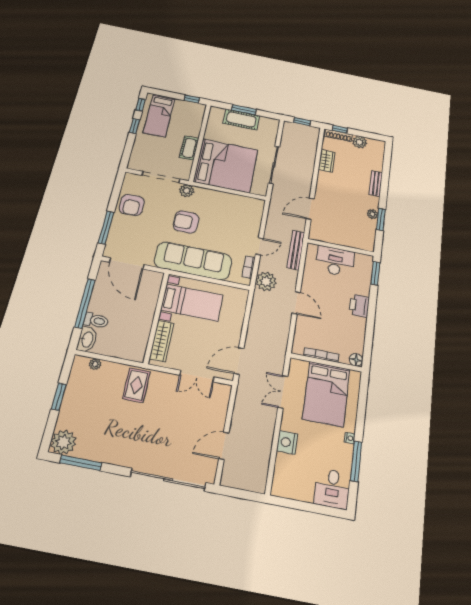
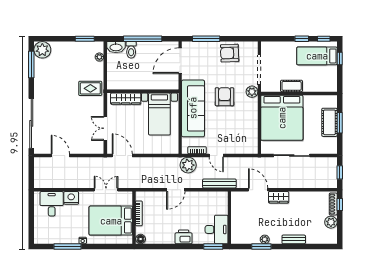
window: (192, 99) -> (340, 58), moved
wardrobe: (327, 161) -> (279, 197), moved
desk: (335, 261) -> (216, 229), moved
window: (59, 397) -> (85, 39), moved
desk: (332, 488) -> (52, 204), moved, turned 90

